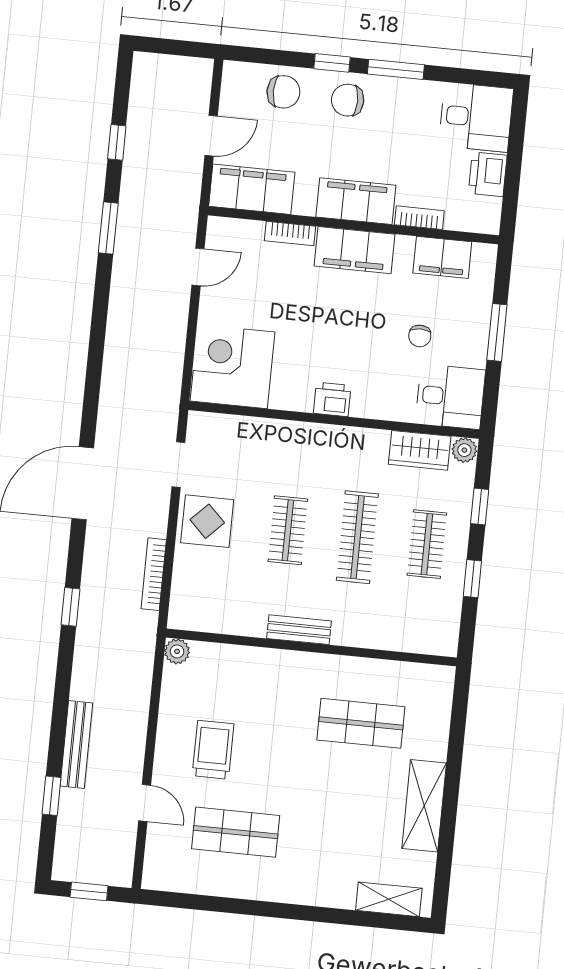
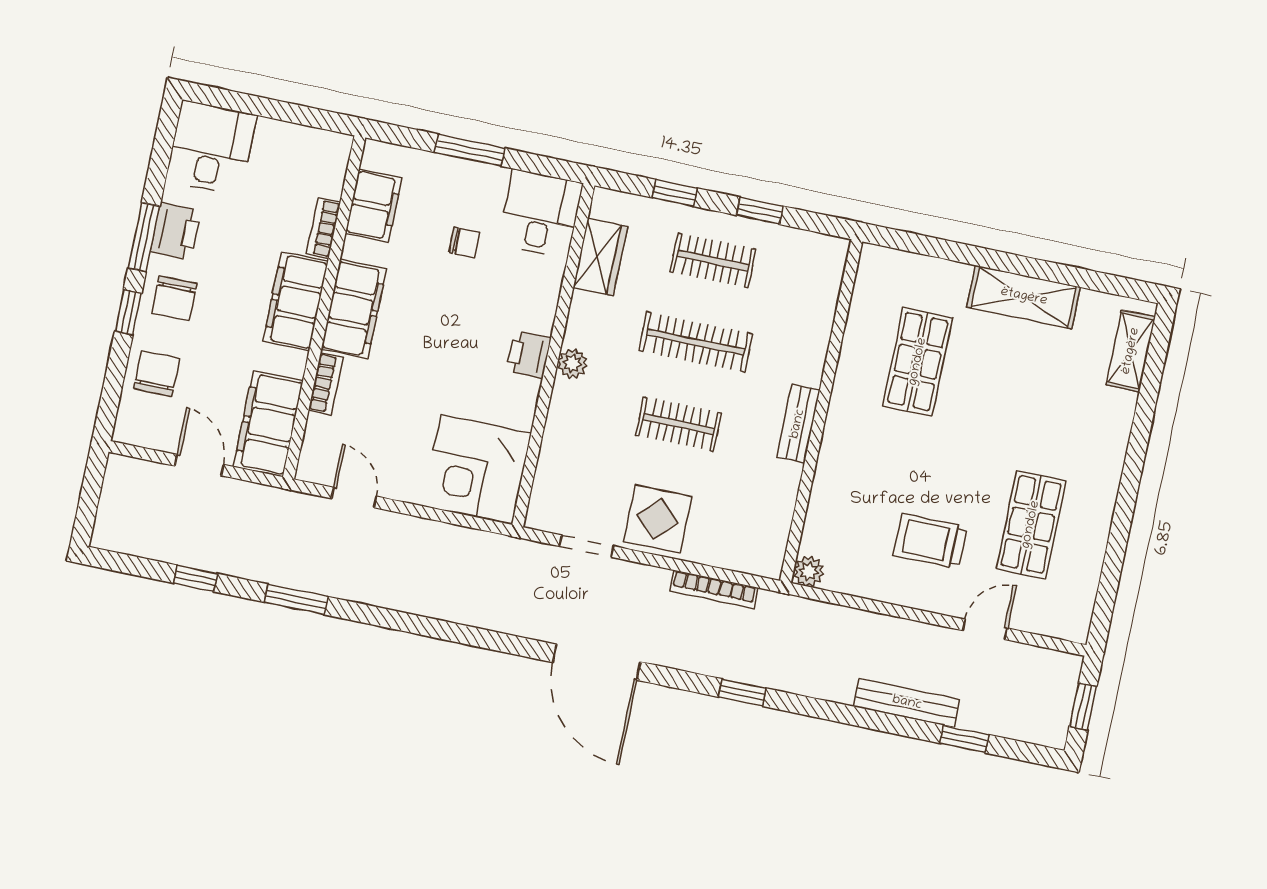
printer: (488, 174) -> (176, 231), moved, turned -90
plant: (464, 450) -> (572, 363), moved

